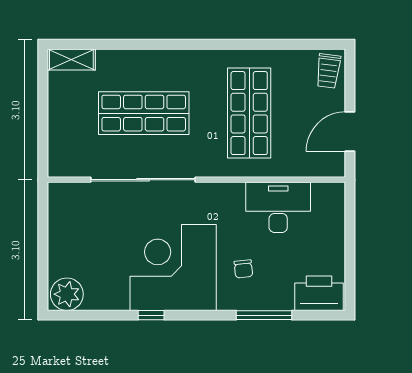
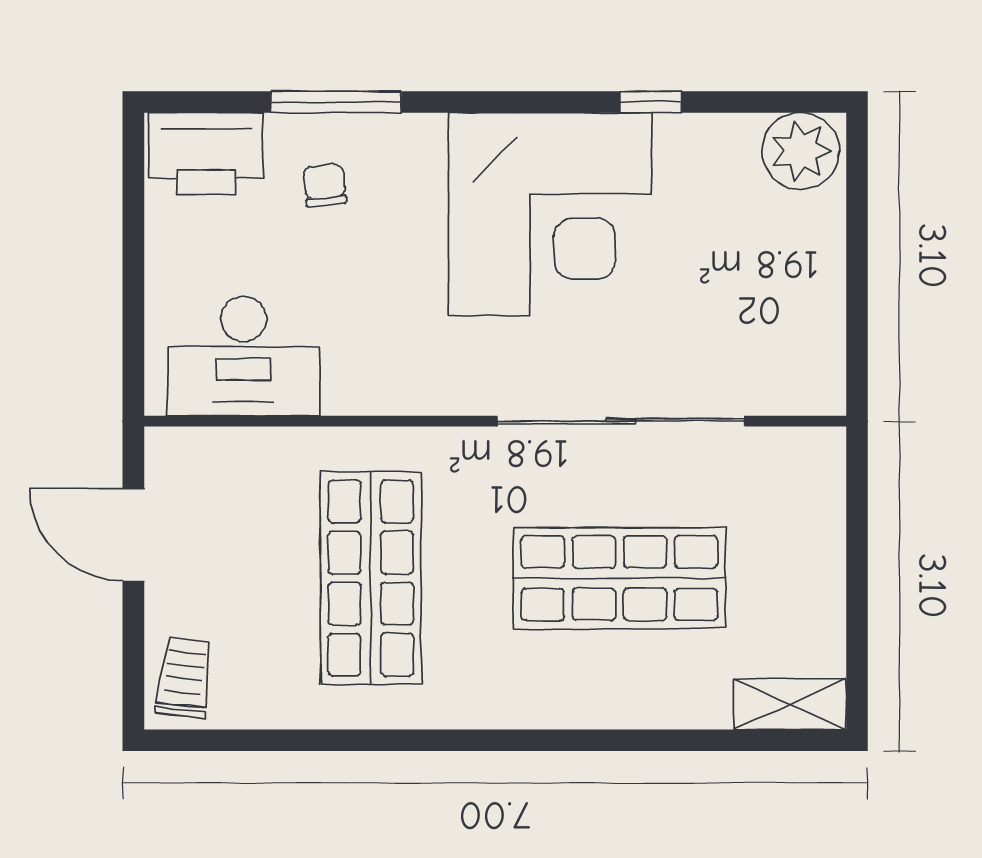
door: (350, 132) -> (133, 535), swing flipped
desk: (278, 207) -> (244, 356), moved
chair: (243, 269) -> (325, 185), moved
window: (151, 315) -> (651, 102), moved

